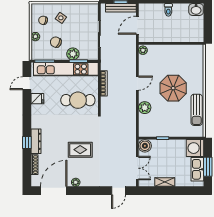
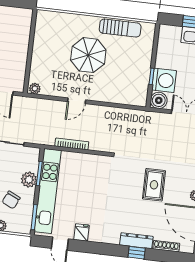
door: (137, 83) -> (77, 101), swing flipped
cafe table: (78, 100) -> (90, 180), removed
plant: (145, 108) -> (109, 95), removed
washing machine: (195, 148) -> (164, 80), moved, turned -90

